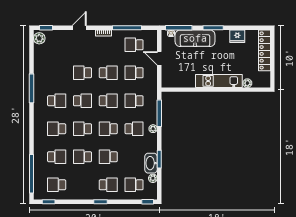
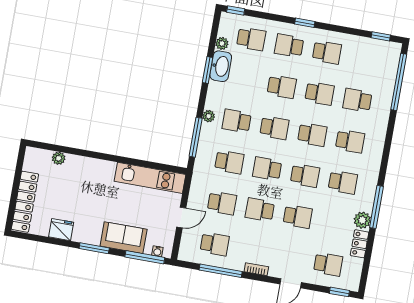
plant: (39, 38) -> (362, 220), moved
sofa: (195, 38) -> (124, 238), width x0.73
school desk: (57, 45) -> (328, 264), added
door: (159, 58) -> (181, 217), hinge flipped
locker: (38, 62) -> (360, 244), added
kitchen unit: (219, 81) -> (150, 178), moved
school desk: (57, 101) -> (343, 182), turned 180
school desk: (82, 101) -> (305, 175), turned 180
school desk: (57, 185) -> (327, 52), moved

